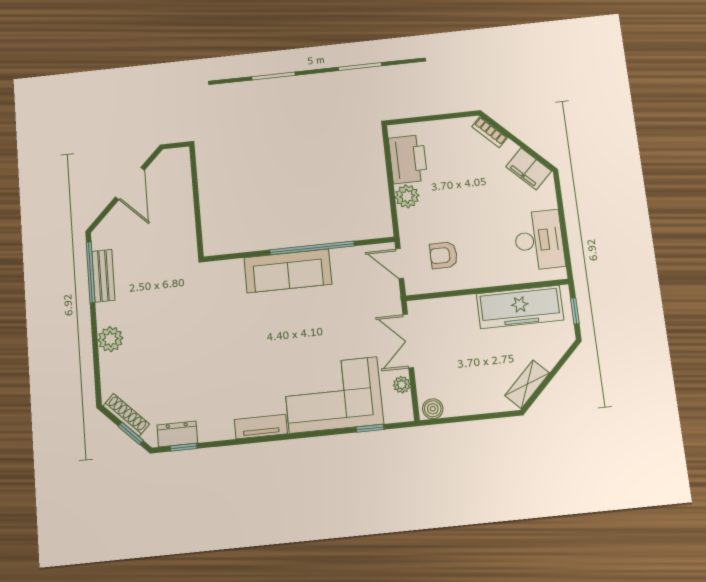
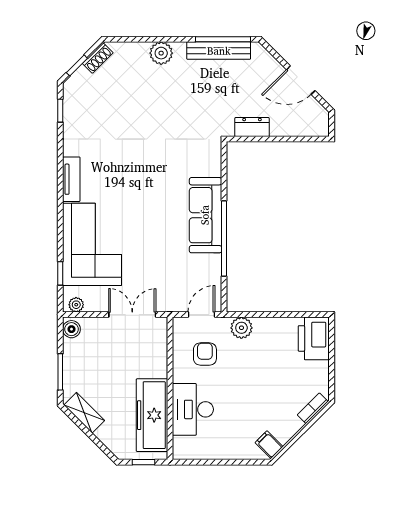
printer: (408, 159) -> (314, 338), moved, turned 90
filing cabinet: (529, 169) -> (269, 445), width x0.50
plant: (407, 196) -> (241, 328), moved
desk: (539, 240) -> (193, 409), moved, turned 90
bench: (103, 276) -> (219, 51), width x1.36
plant: (402, 385) -> (76, 305), moved
shoe rack: (126, 415) -> (98, 58), width x0.70
window: (483, 417) -> (60, 372), added
dresser: (177, 434) -> (252, 127), moved, turned -90

